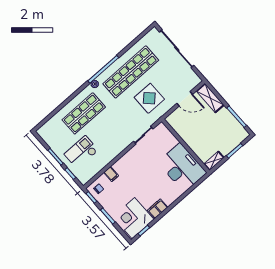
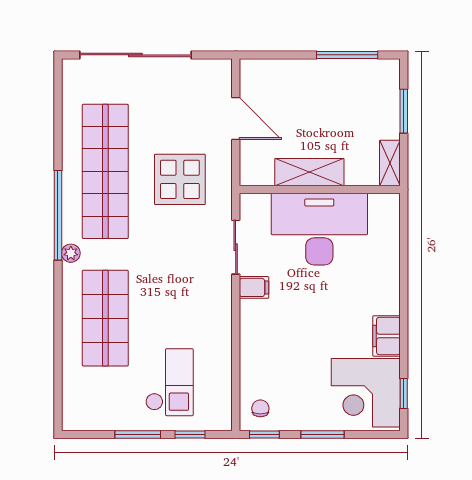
shelving: (210, 98) -> (309, 172), moved
door: (185, 99) -> (236, 118), hinge flipped
checkout: (81, 152) -> (169, 382), turned 180
desk: (182, 167) -> (319, 229), moved
filing cabinet: (111, 174) -> (254, 287), moved

